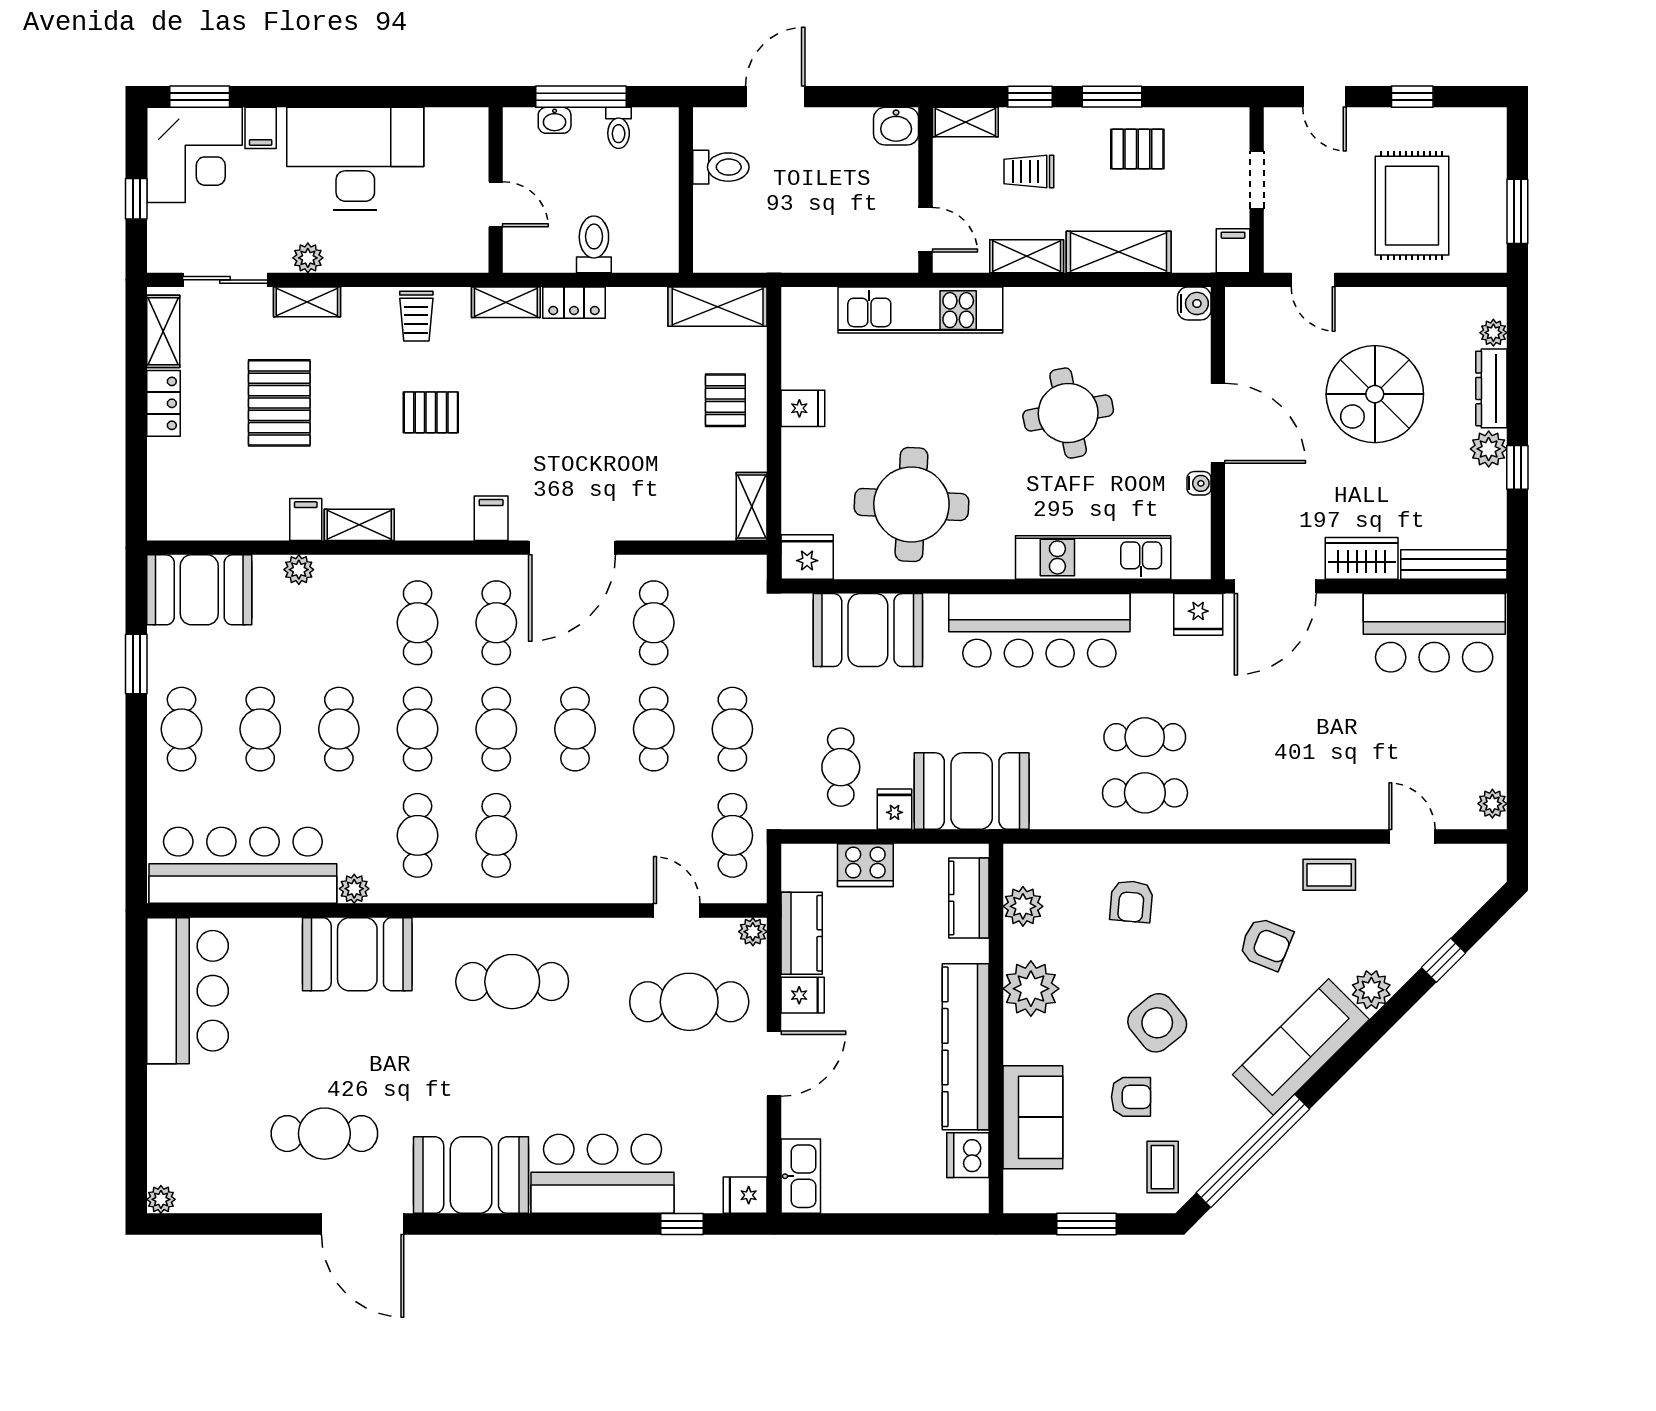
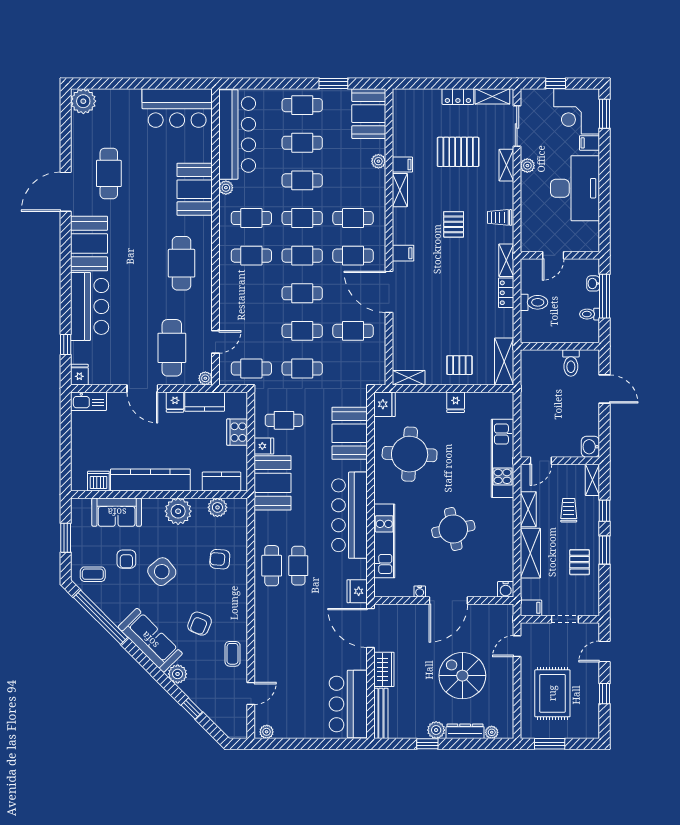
rug: (1412, 206) -> (552, 693), turned 90
plant: (161, 1199) -> (83, 101), width x1.88, depth x1.88

